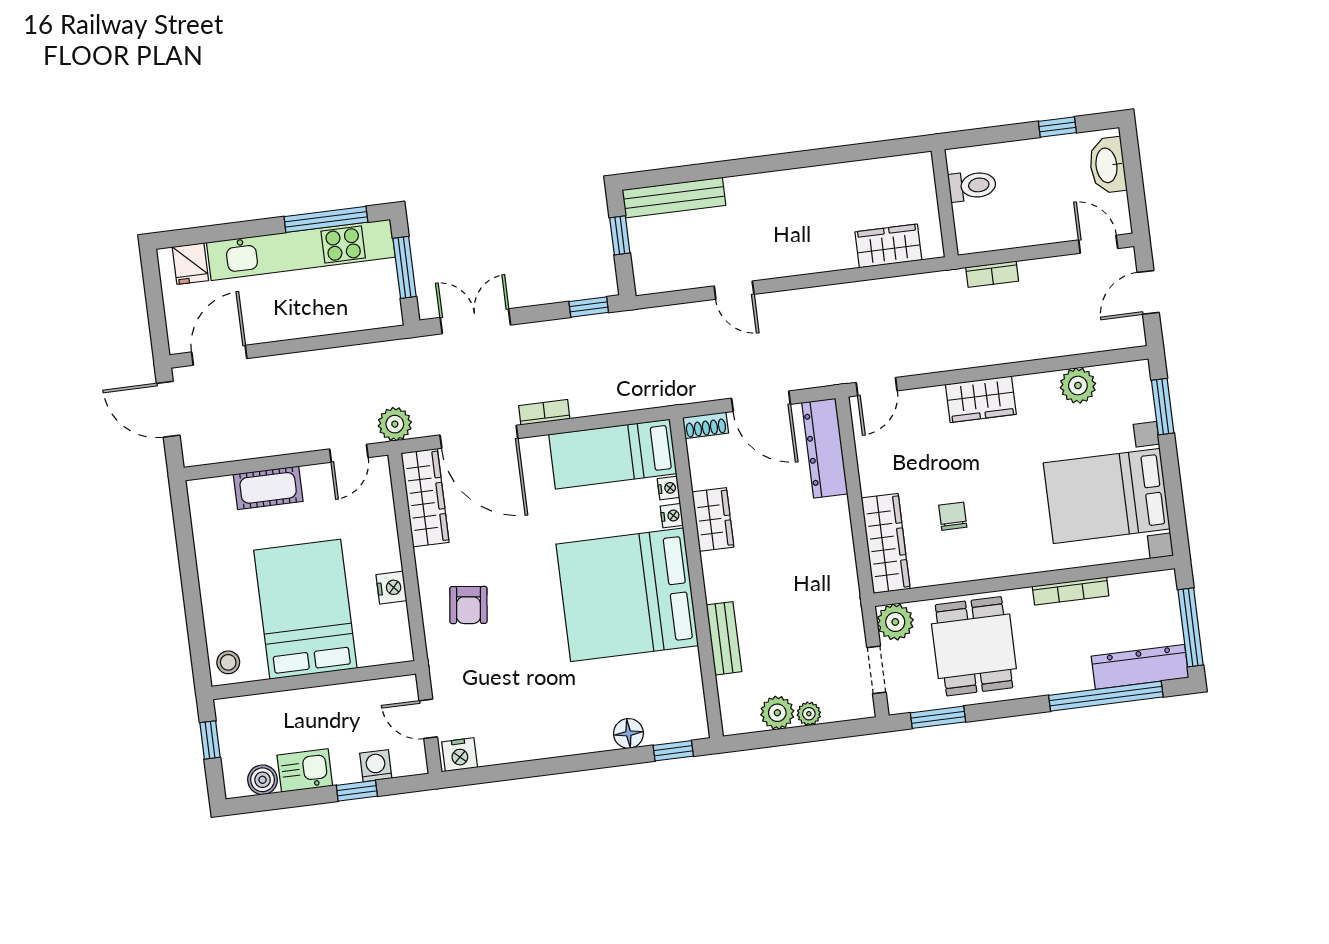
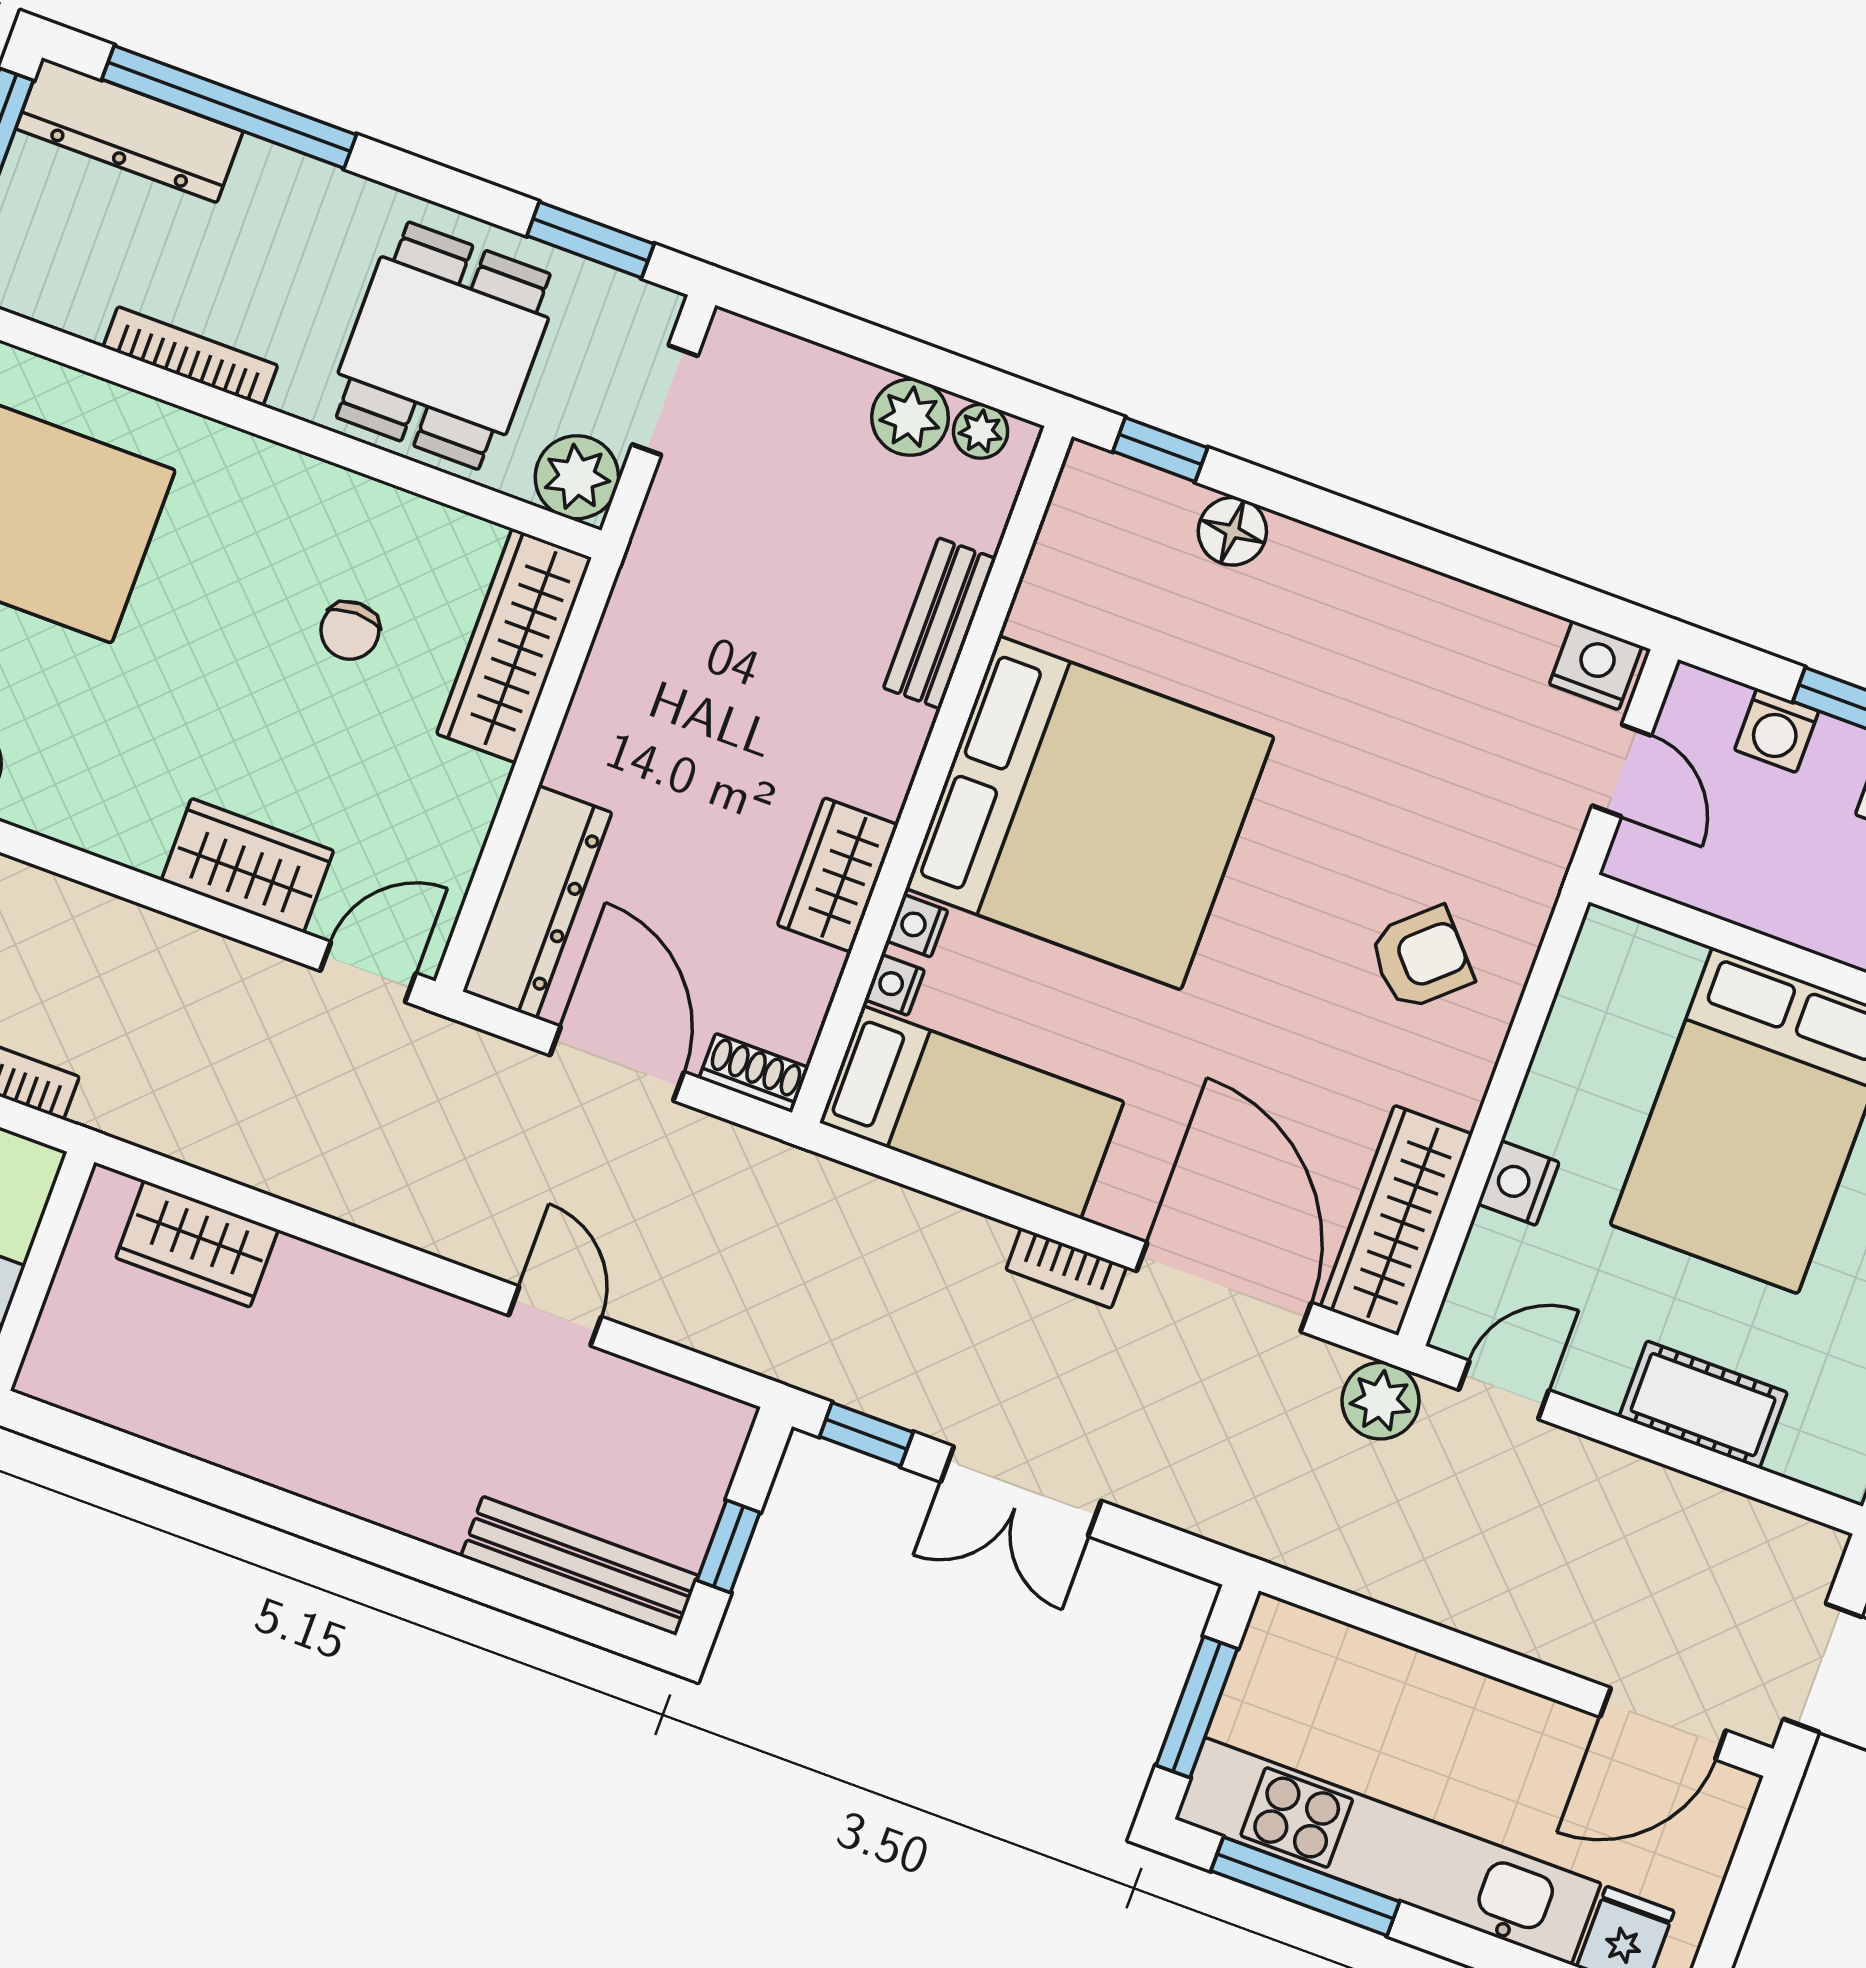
double door: (475, 321) -> (1021, 1491), moved
wardrobe: (981, 399) -> (247, 866), moved
nightstand: (391, 588) -> (1518, 1183), moved
armchair: (468, 605) -> (1421, 958), turned 41
plant: (809, 714) -> (981, 431), moved

